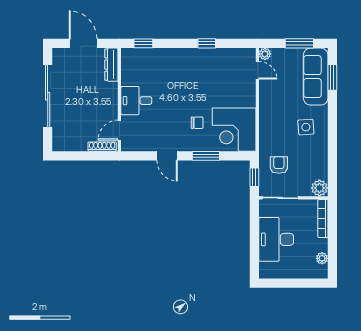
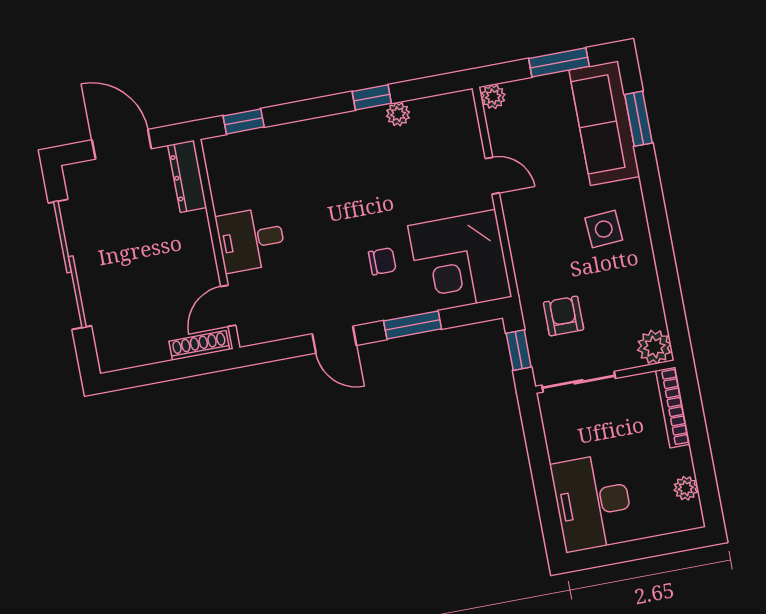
plant: (218, 54) -> (398, 114), added
door: (257, 70) -> (492, 176), moved
desk: (276, 239) -> (593, 502), moved

